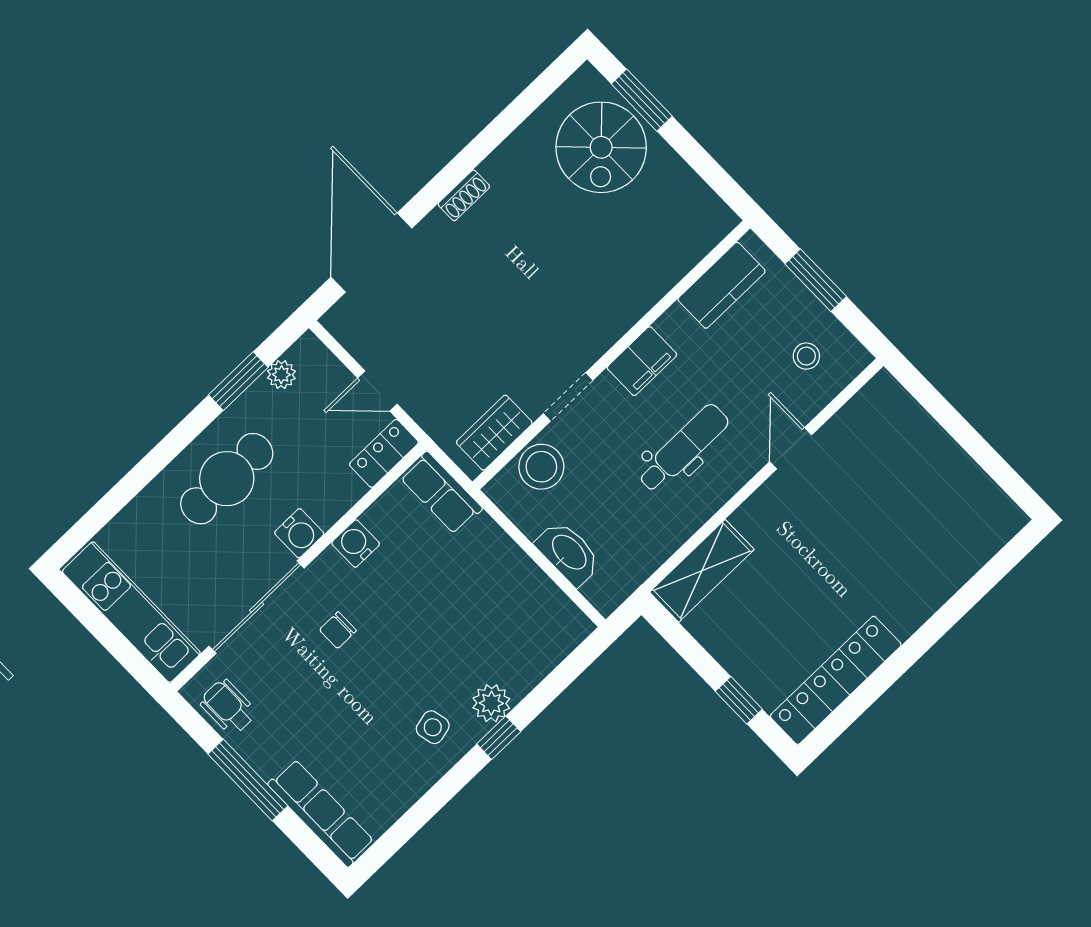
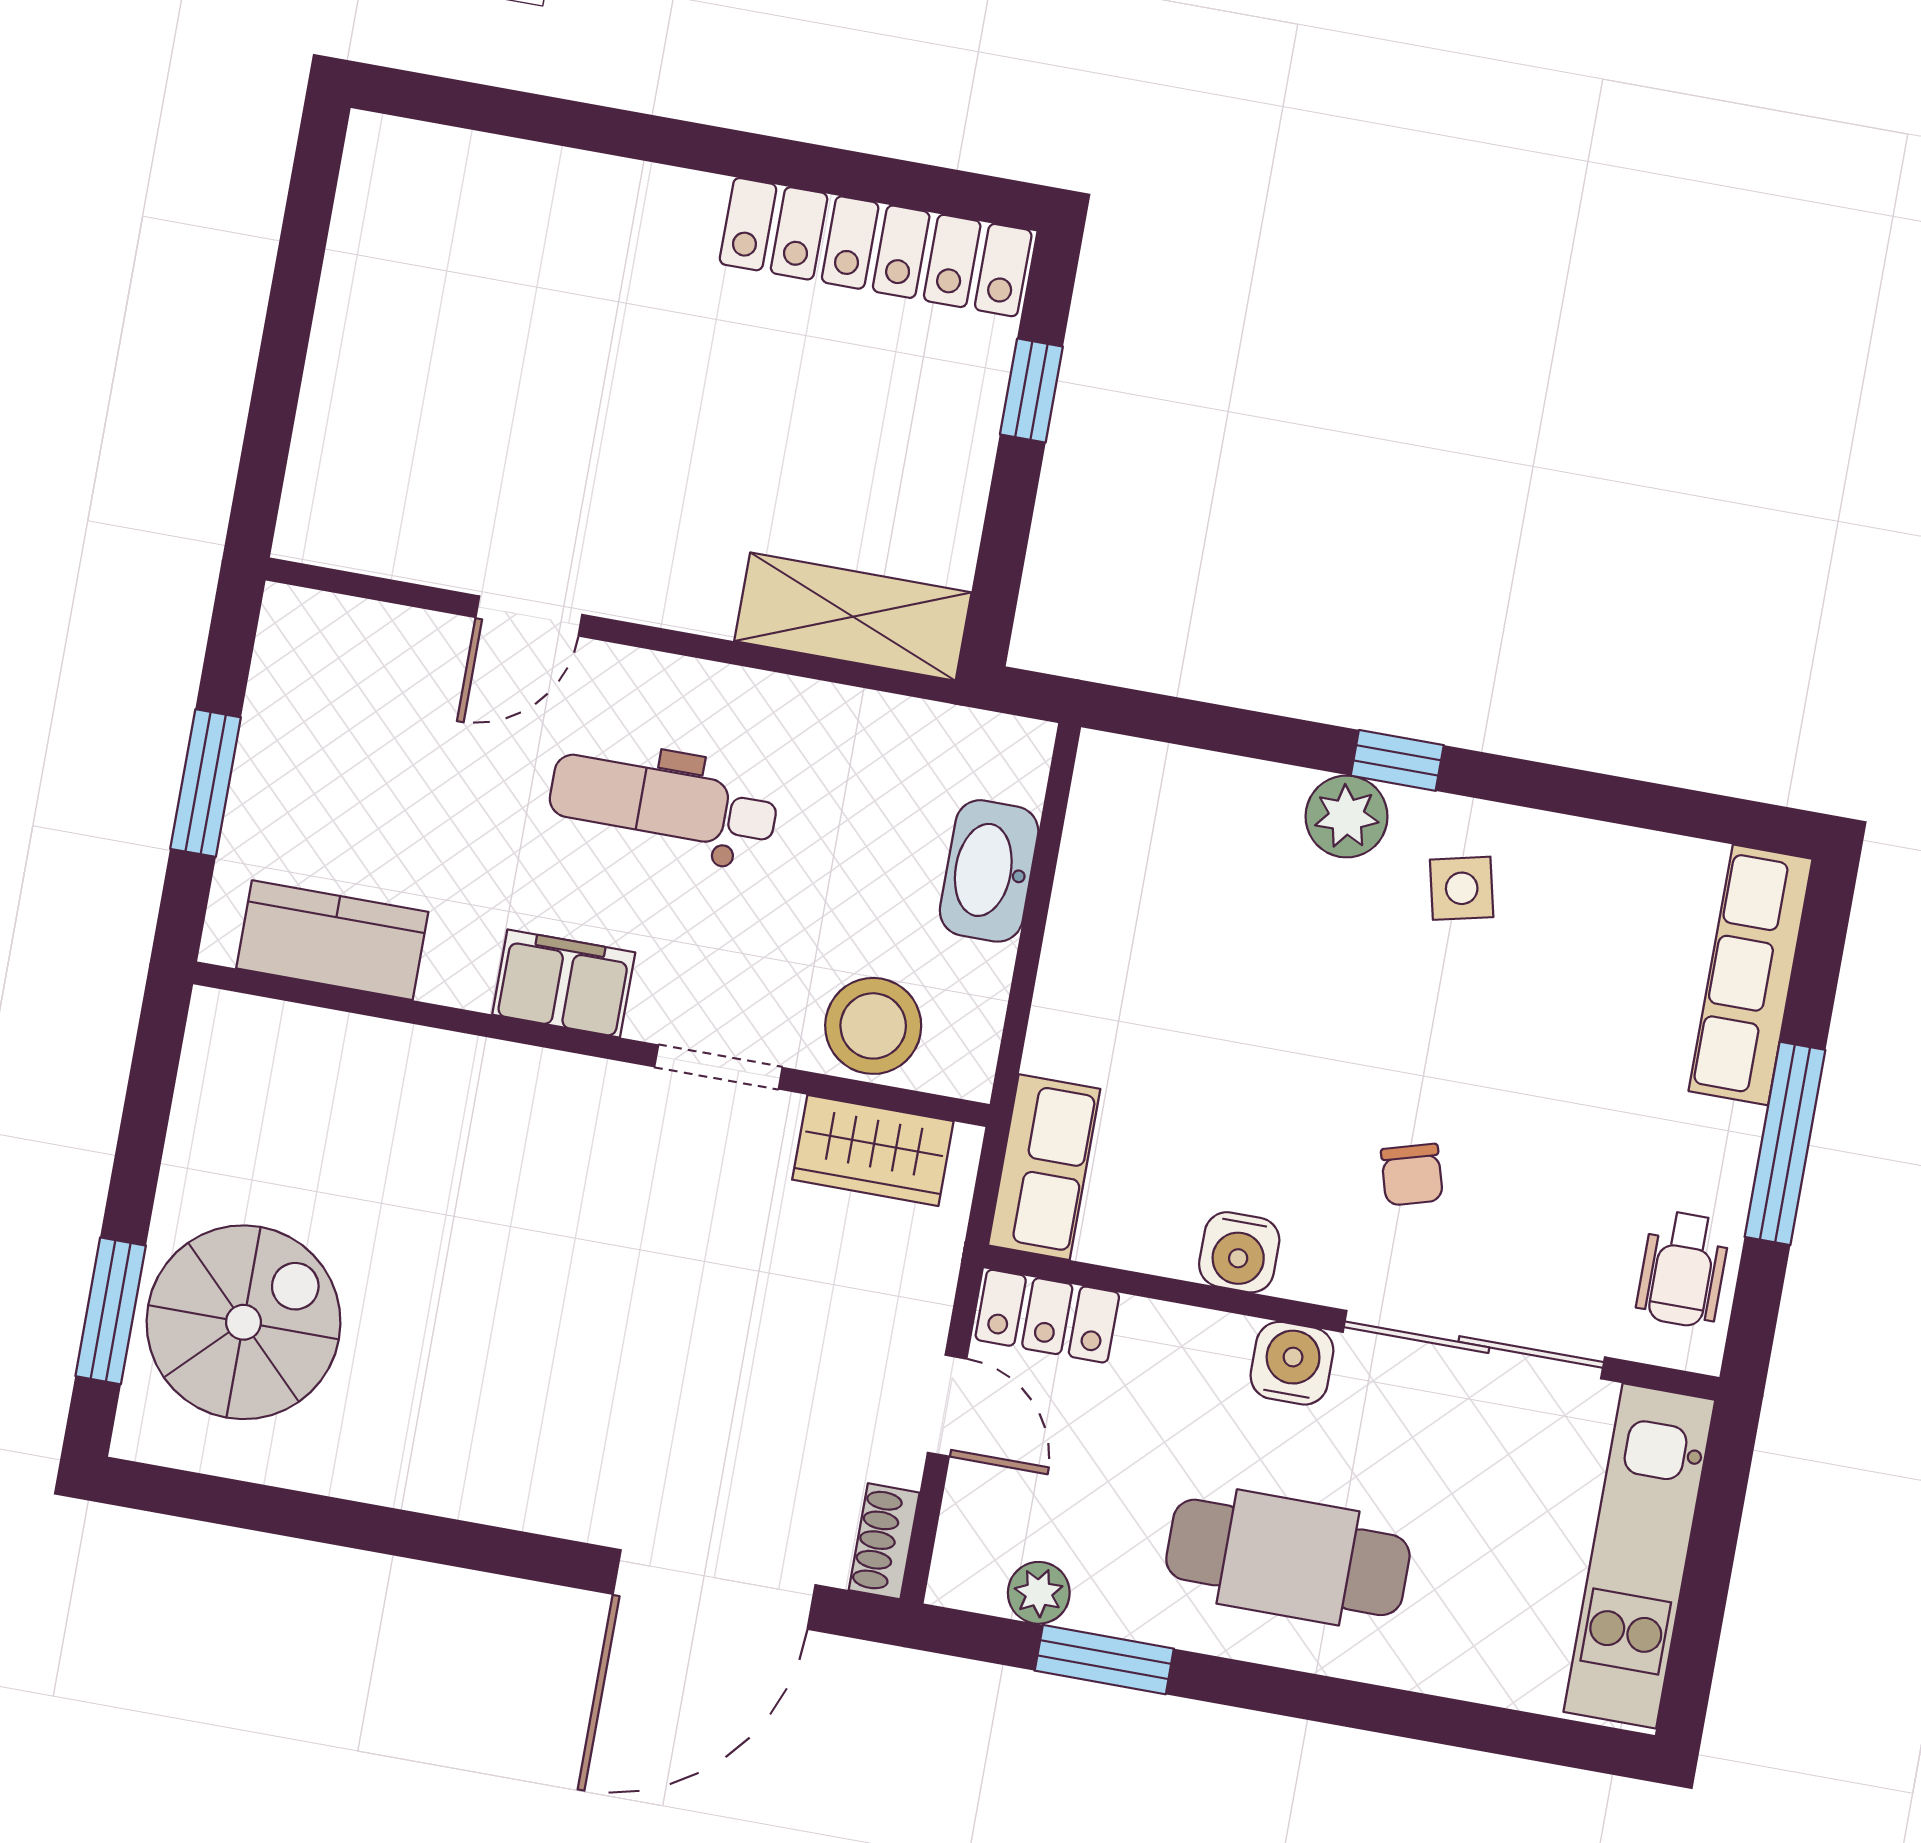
shoe rack: (464, 195) -> (884, 1541), moved, turned -90
stool: (806, 356) -> (349, 704), removed
chair: (338, 630) -> (1412, 1175), turned 74

